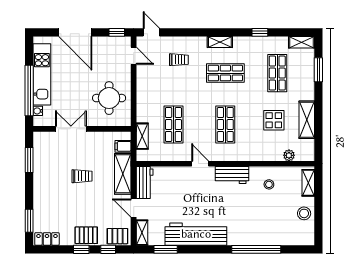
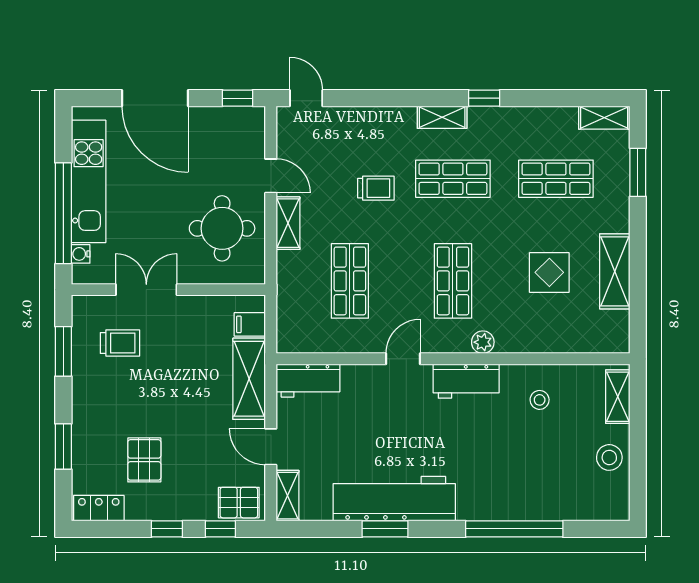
window: (260, 32) -> (484, 98), moved
door: (134, 56) -> (271, 176), moved
trolley: (179, 60) -> (376, 188), moved
shop shelf: (277, 73) -> (556, 179), turned 90
shelving: (142, 136) -> (288, 223), moved
plant: (289, 155) -> (483, 342), moved
door: (200, 164) -> (403, 359), hinge flipped
trolley: (82, 176) -> (120, 343), moved
workbench: (145, 182) -> (308, 381), moved, turned 90
window: (29, 221) -> (63, 446), moved
pallet: (86, 235) -> (144, 460), moved, turned 90
window: (166, 249) -> (385, 529), moved

